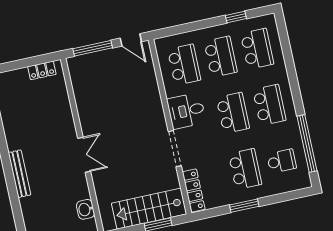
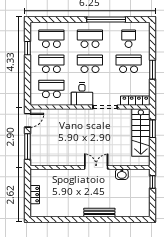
locker: (42, 70) -> (35, 195), moved
window: (307, 144) -> (106, 20), moved
washbasin: (85, 209) -> (122, 174), moved

